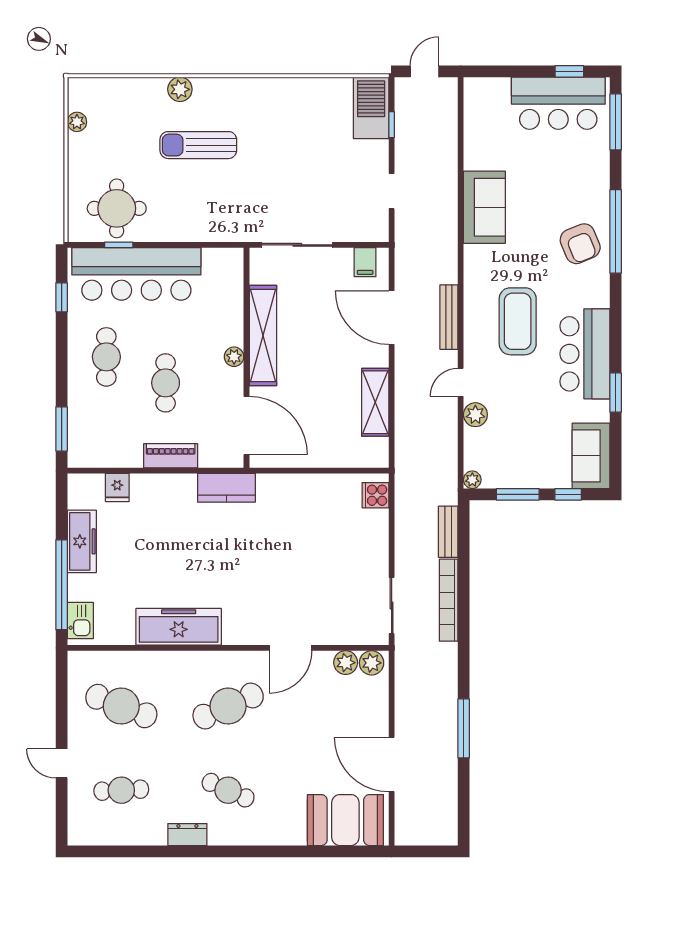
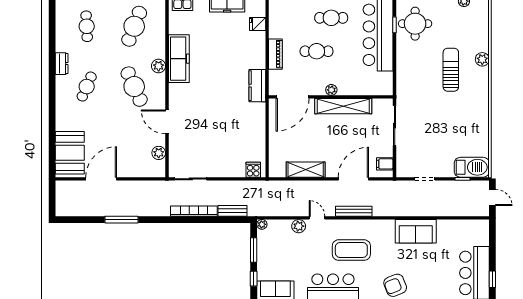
plant: (372, 663) -> (159, 66), moved

